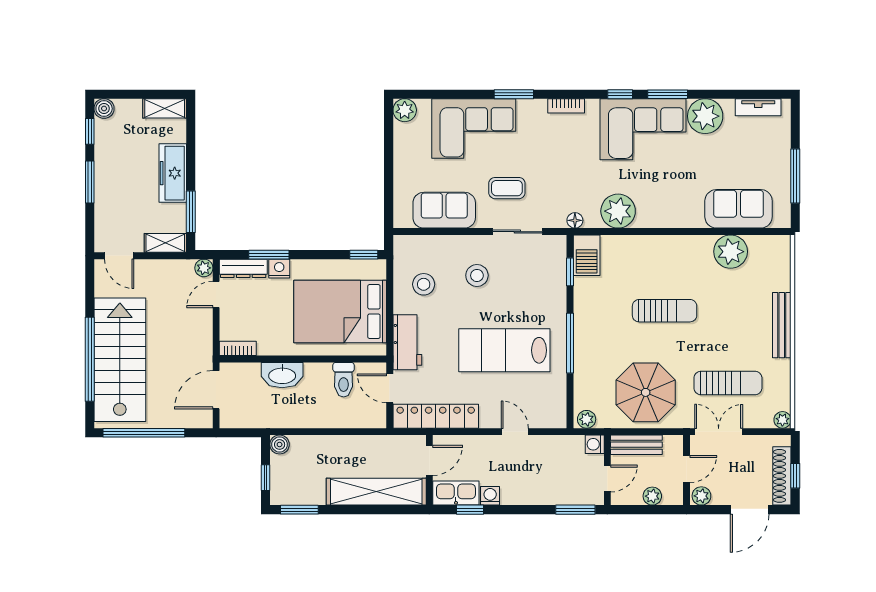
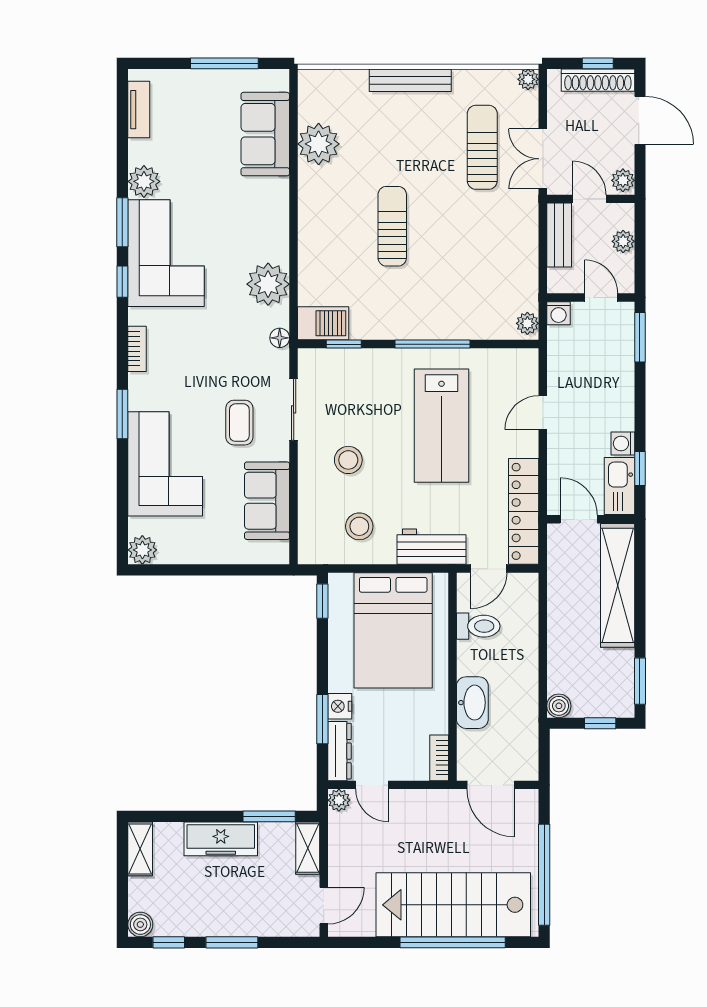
plant: (705, 116) -> (144, 181), width x0.73, depth x0.73
parasol: (646, 392) -> (494, 250), removed
bench: (636, 445) -> (559, 235), moved

